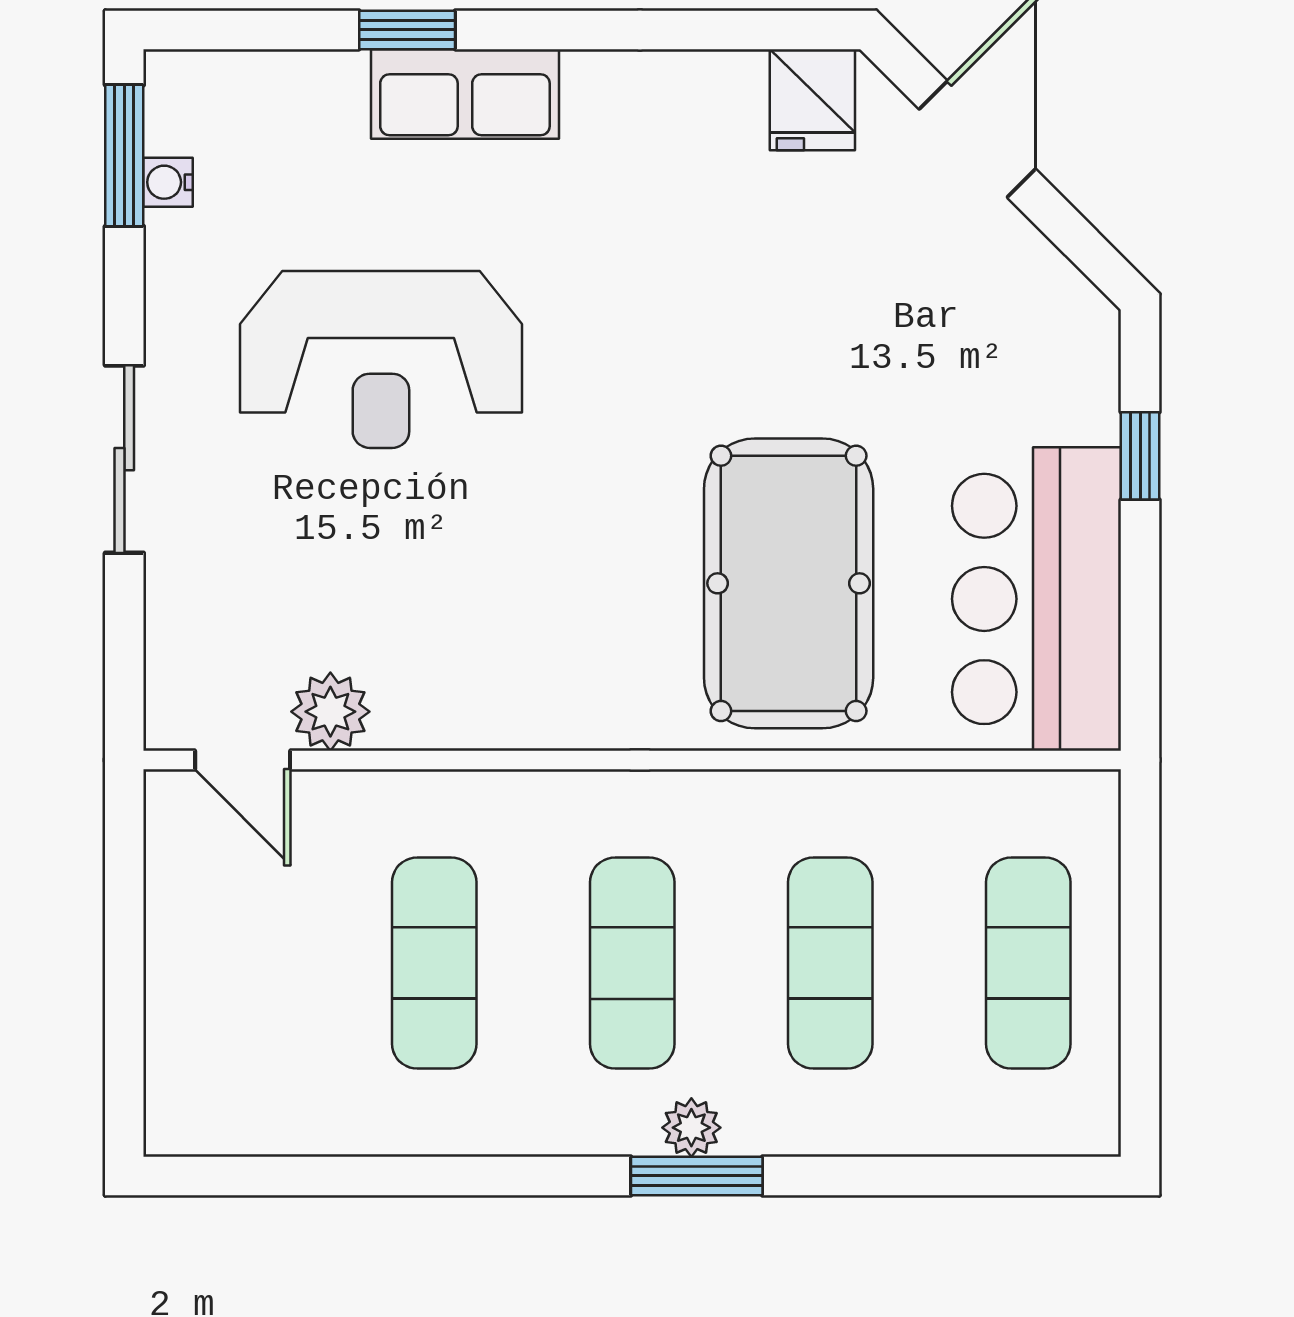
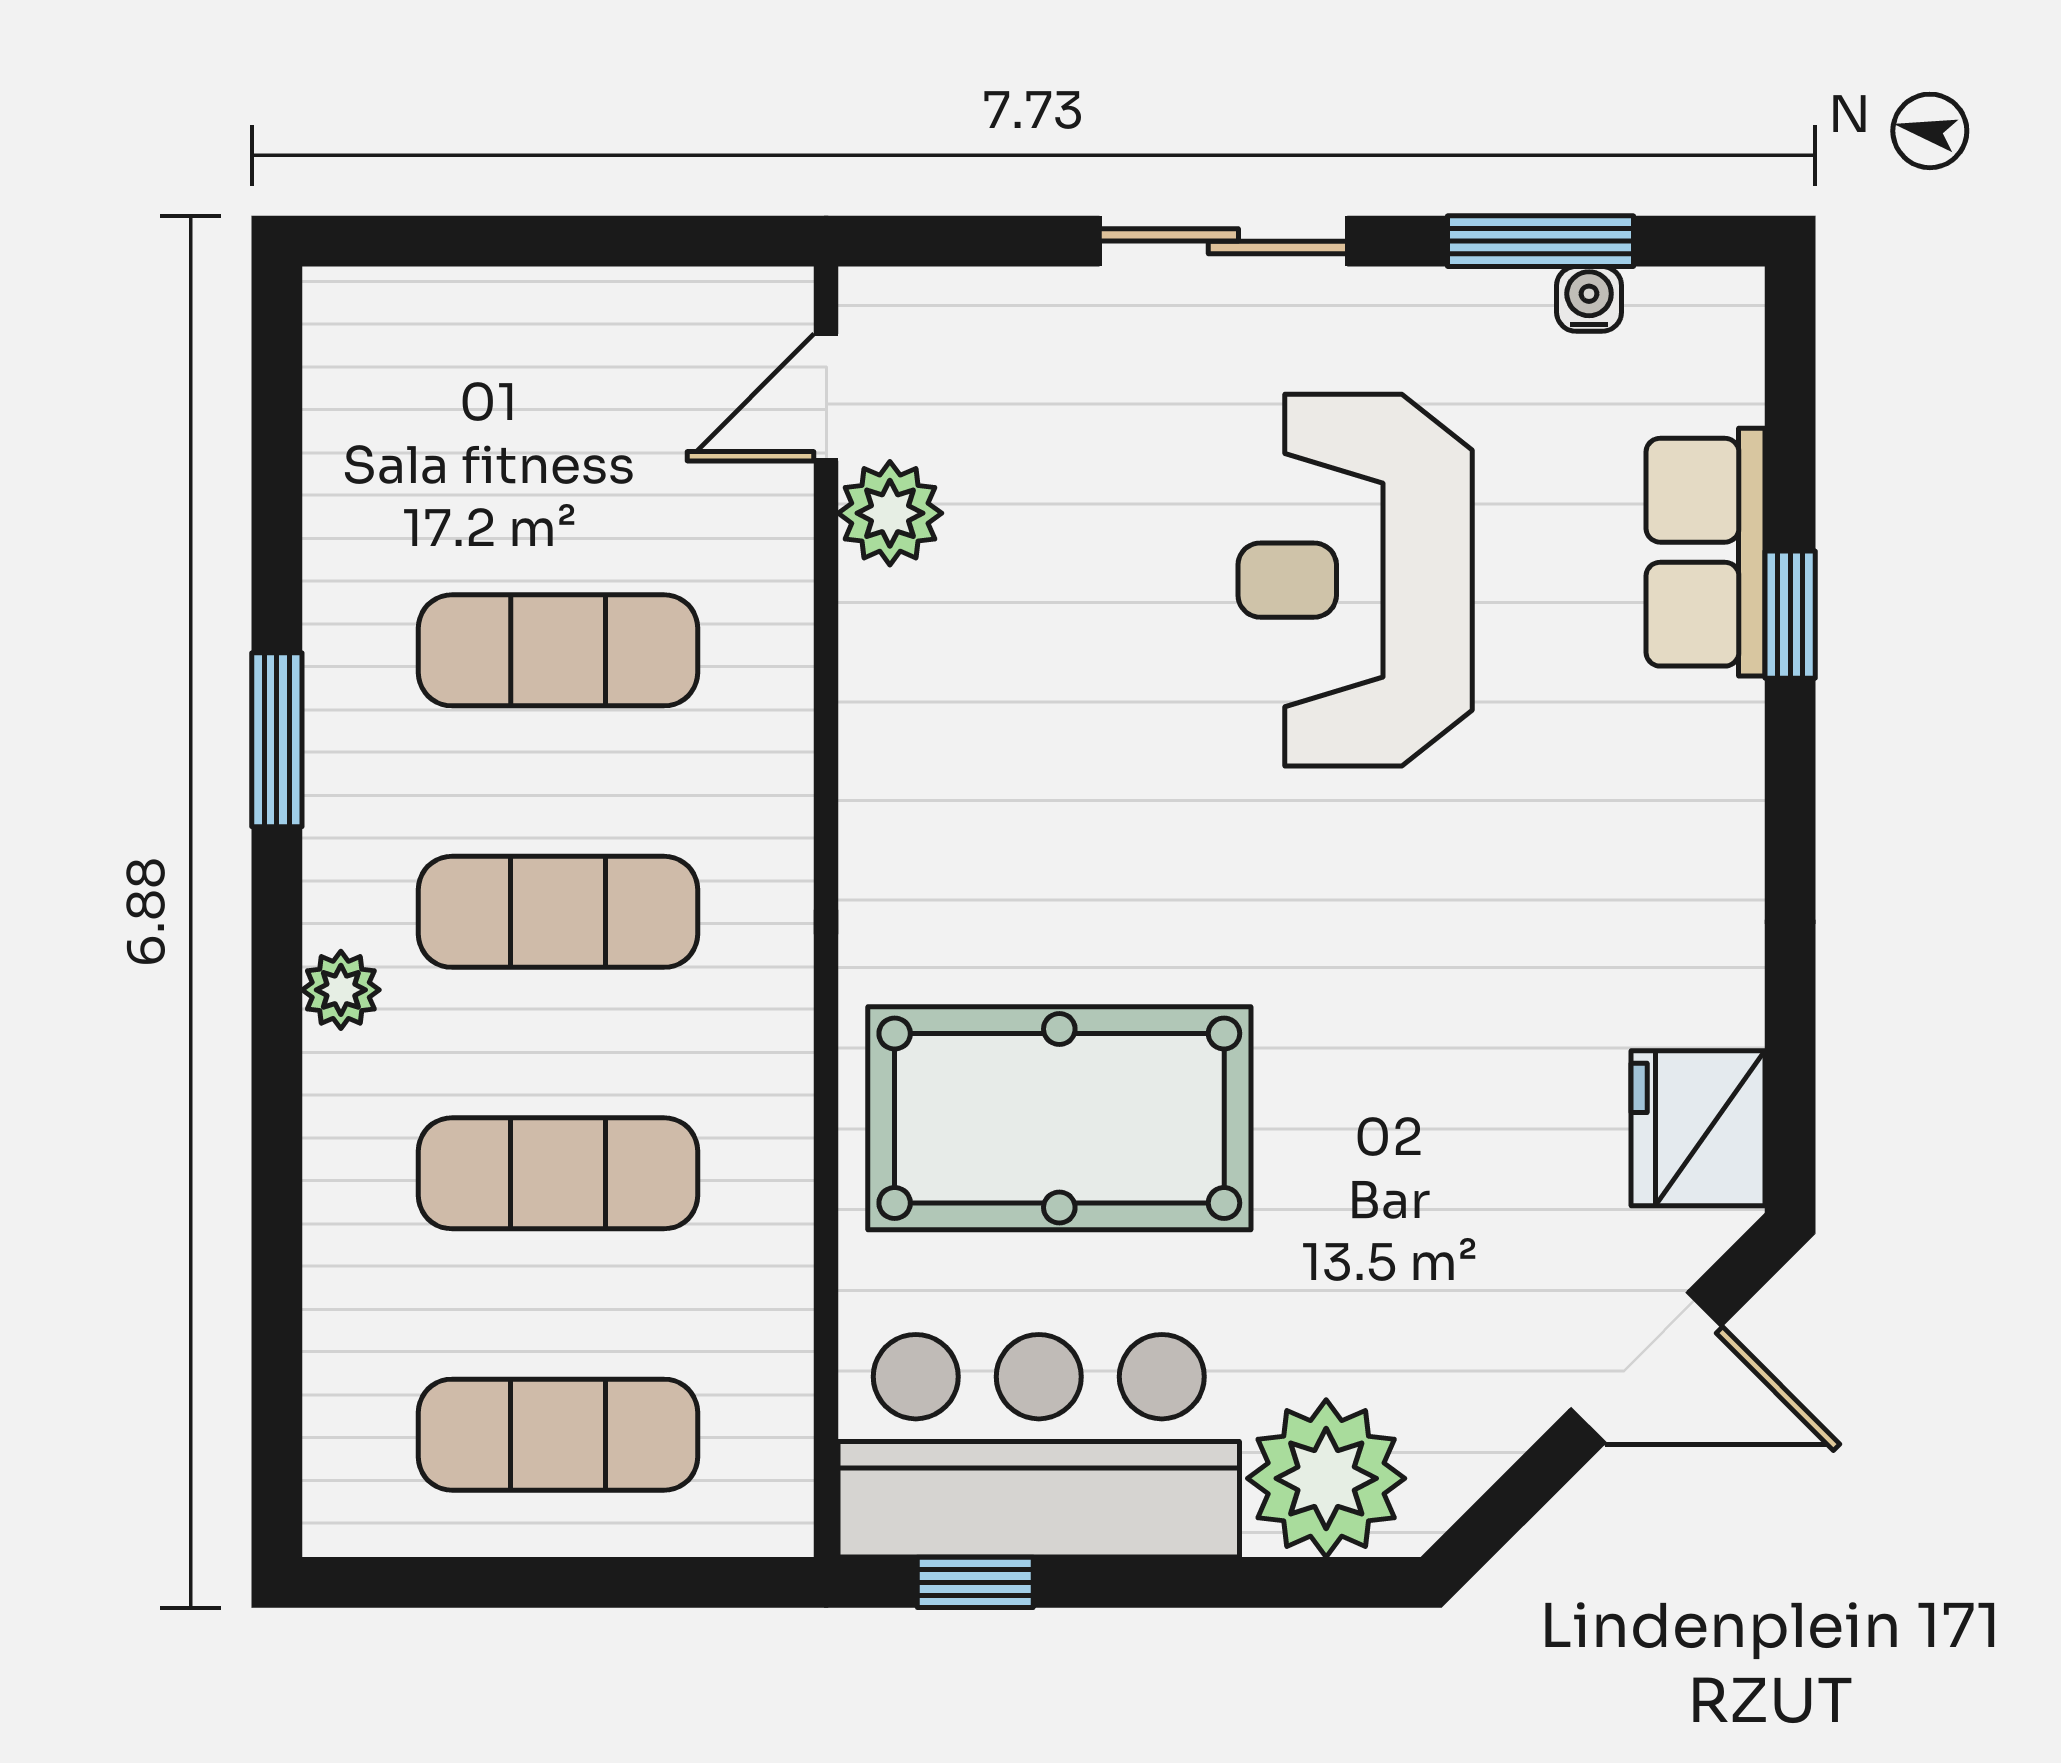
row of seats: (465, 94) -> (1706, 552), moved
fridge: (812, 100) -> (1698, 1128), width x1.38
window: (124, 156) -> (1540, 241), moved
plant: (1061, 381) -> (1326, 1478), added
window: (1140, 456) -> (975, 1582), moved
window: (697, 1176) -> (277, 740), moved

